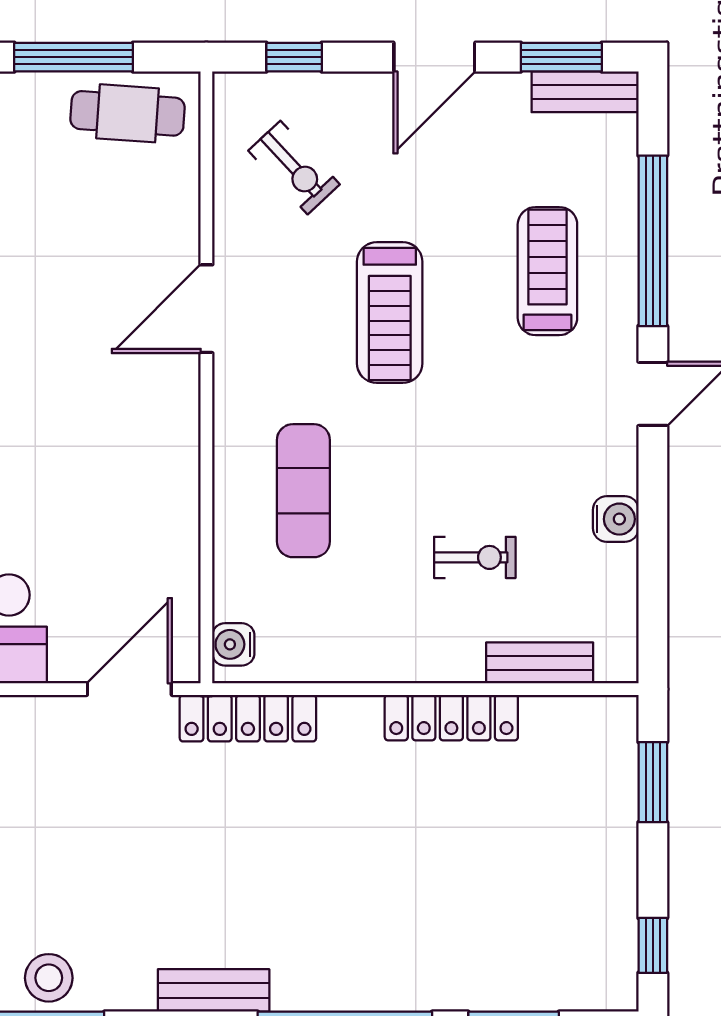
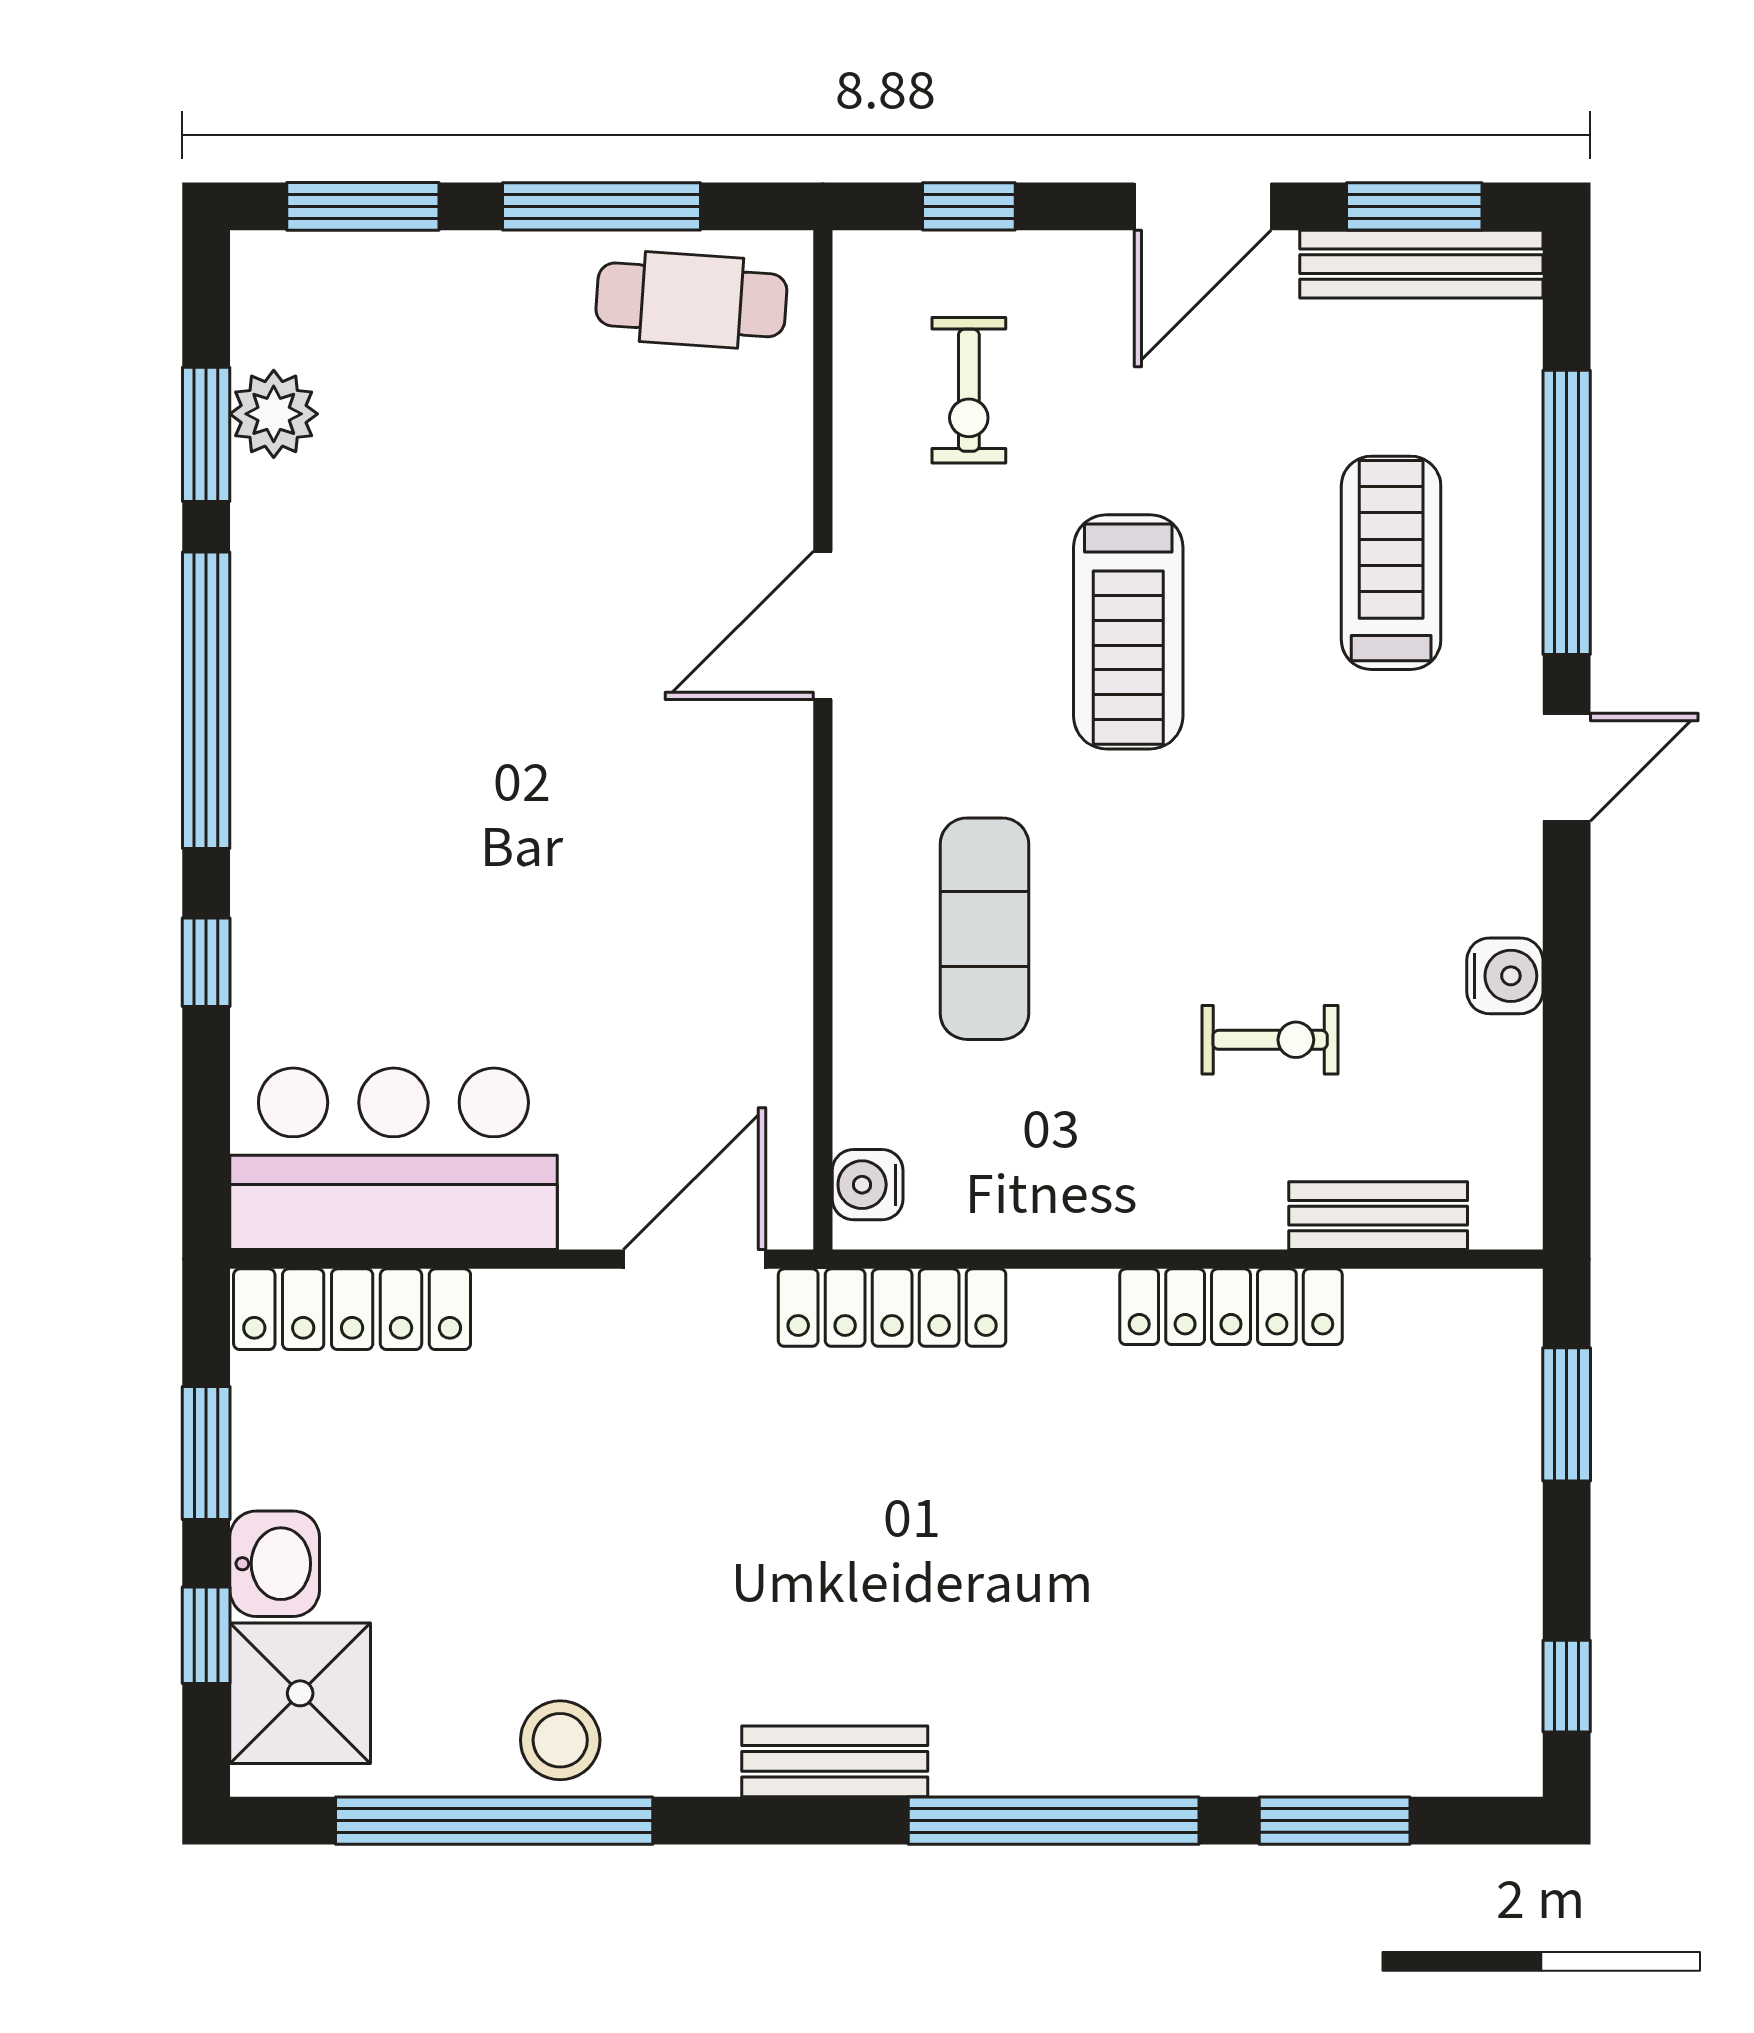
bench: (585, 92) -> (1421, 264), width x1.36
exercise bike: (294, 168) -> (969, 390), turned 43

